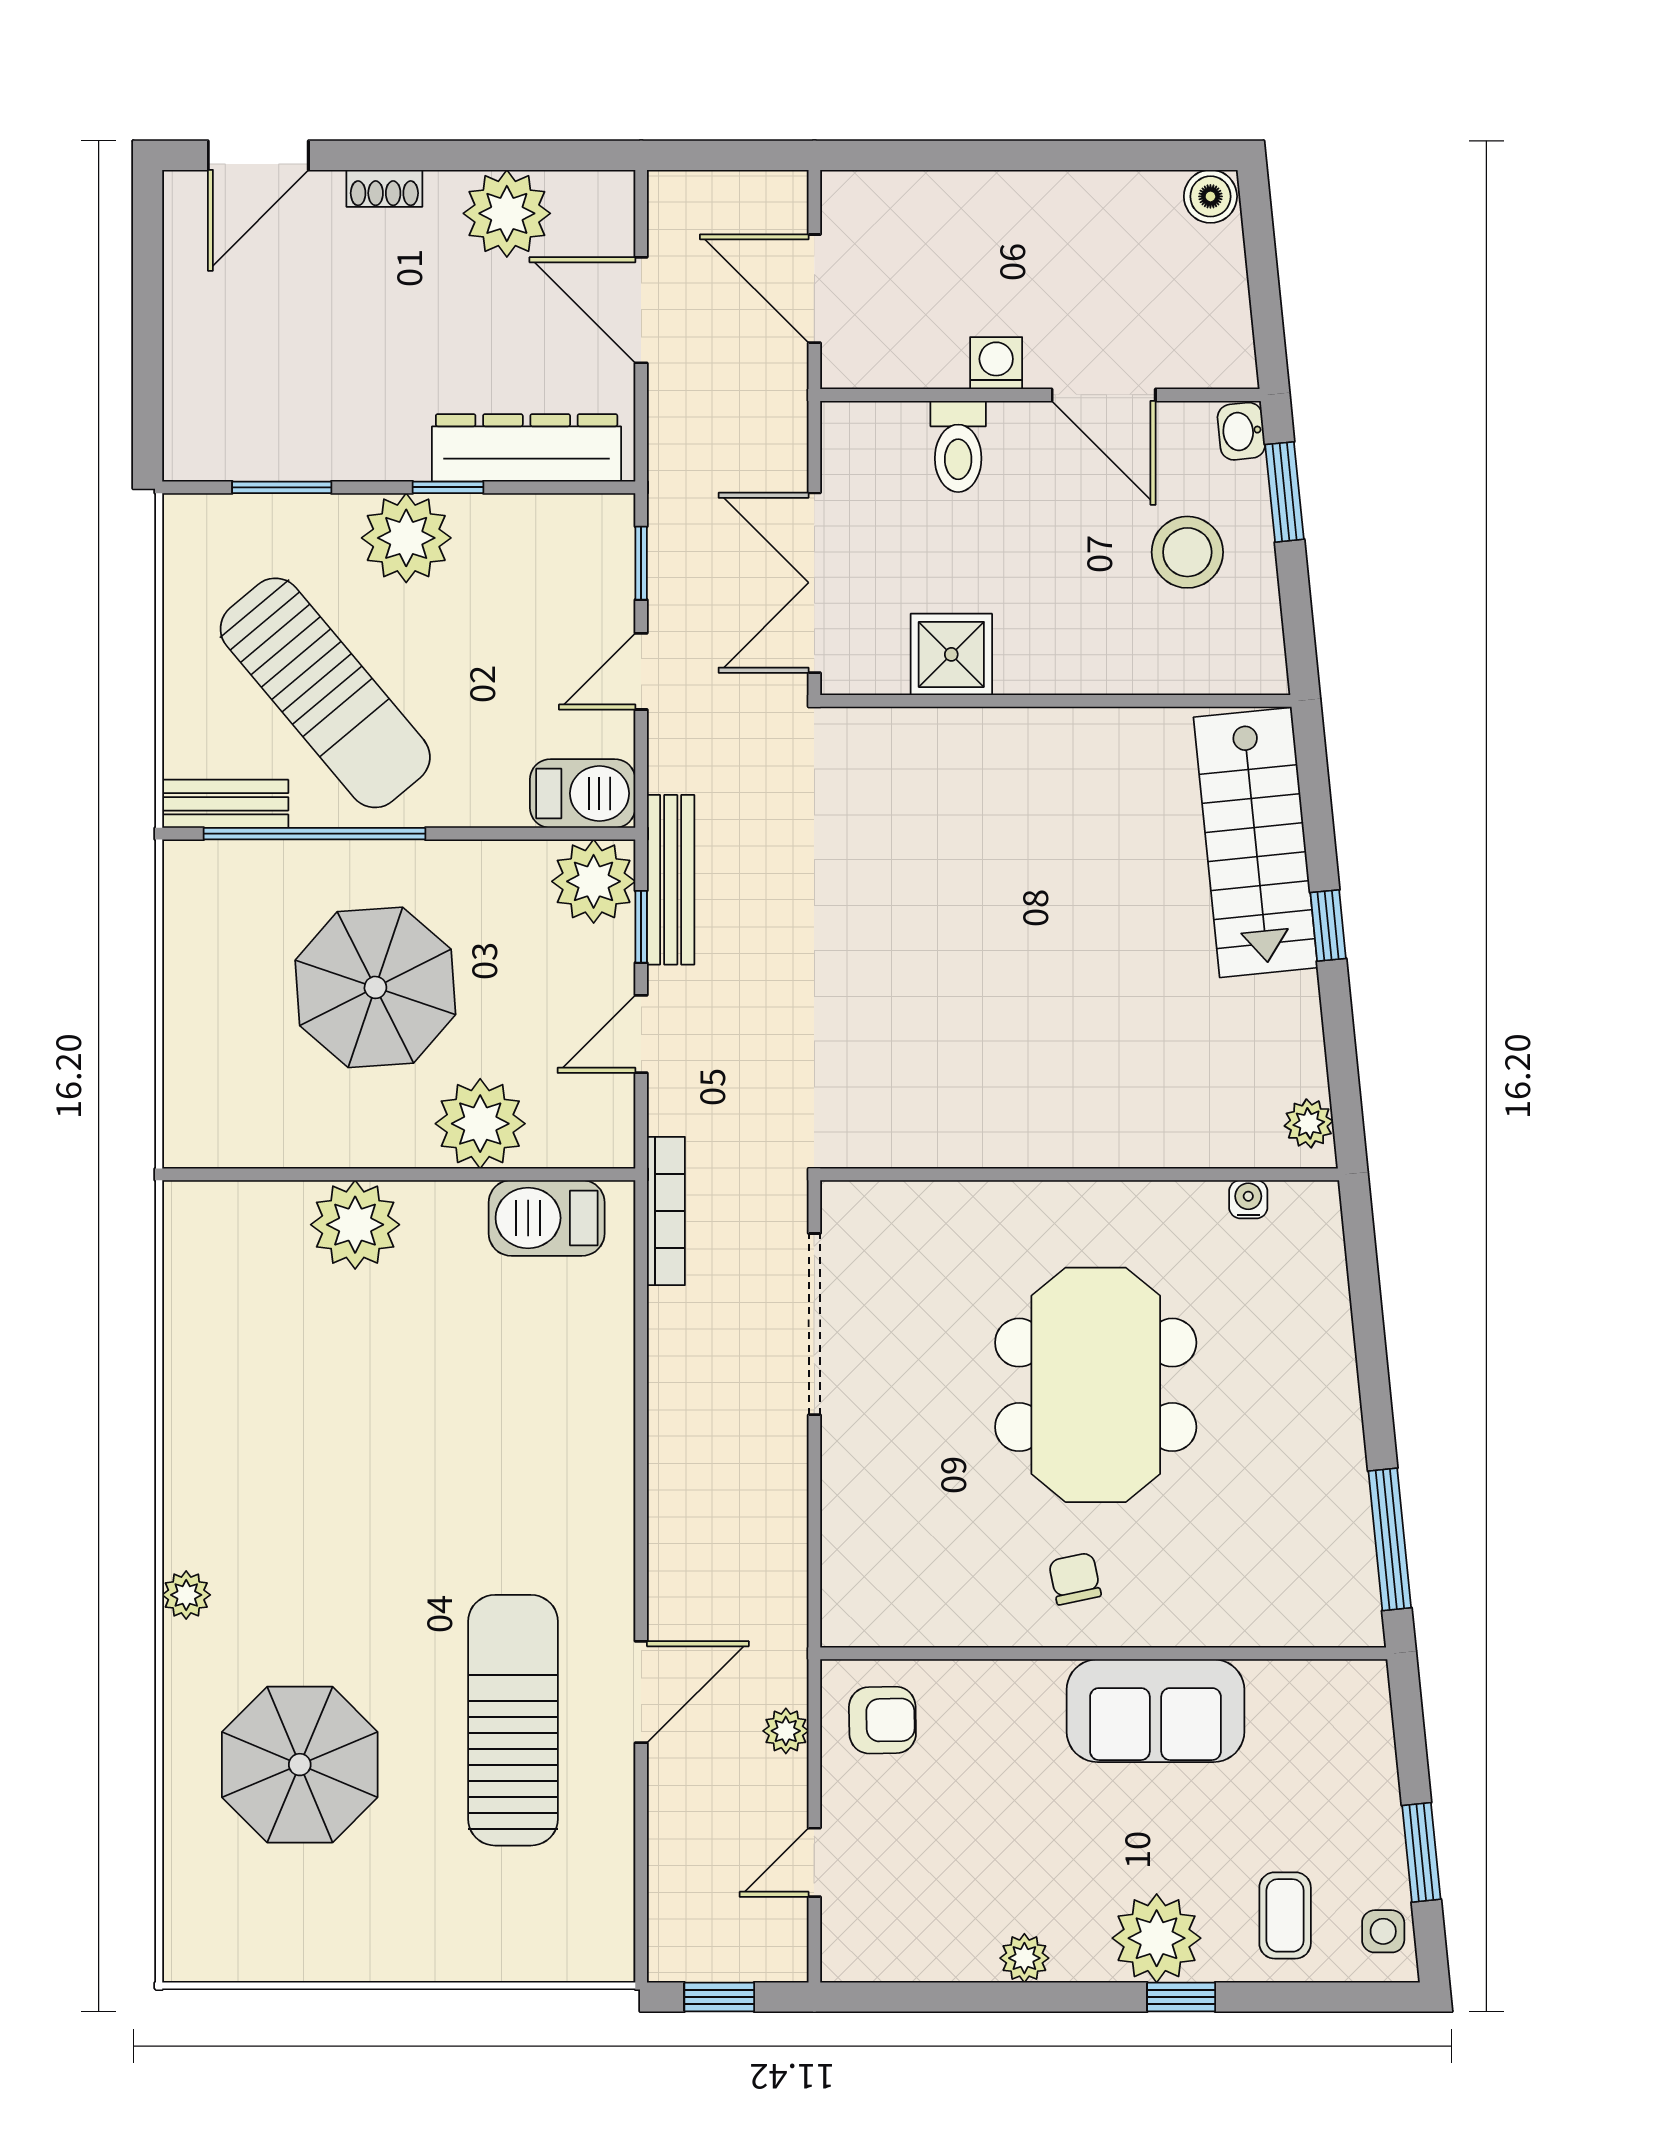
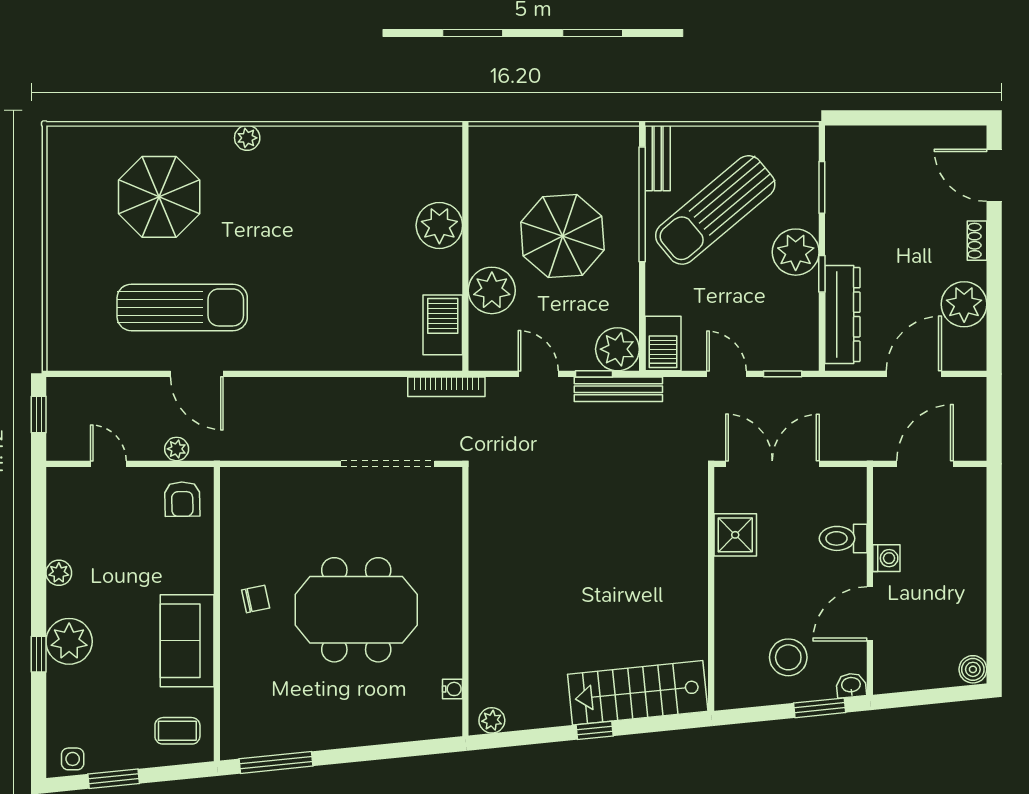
coffee table: (1285, 1915) -> (177, 731), moved

